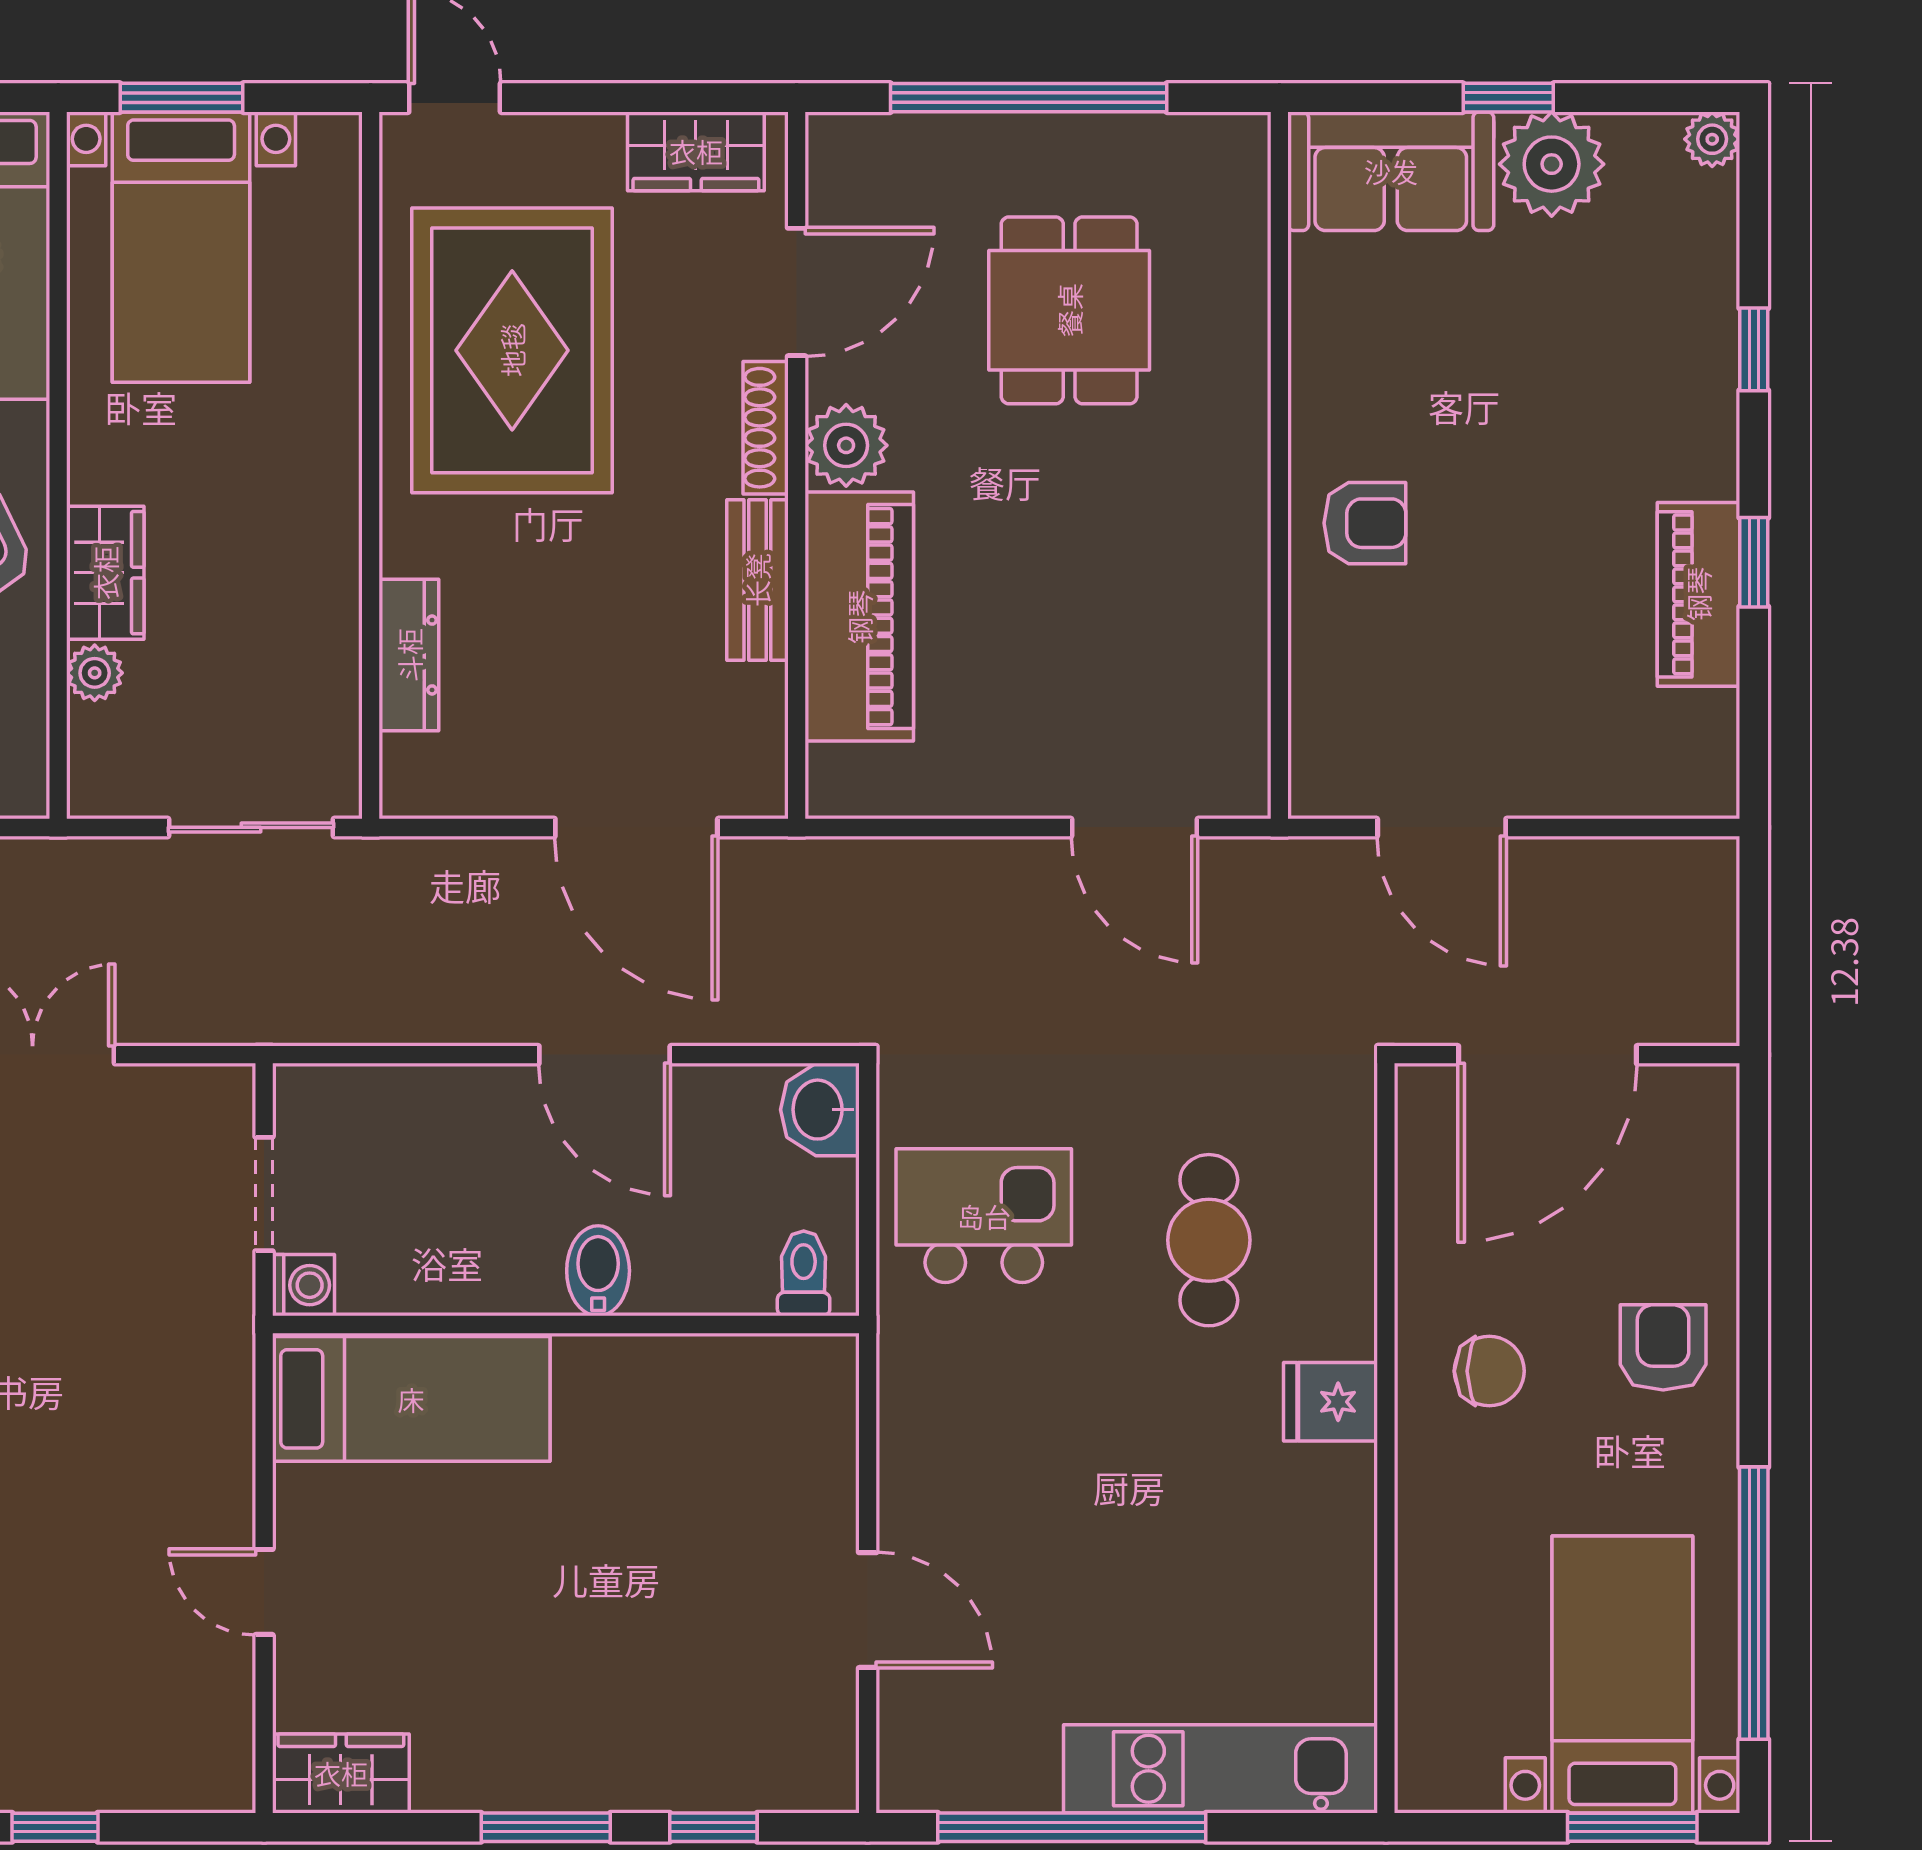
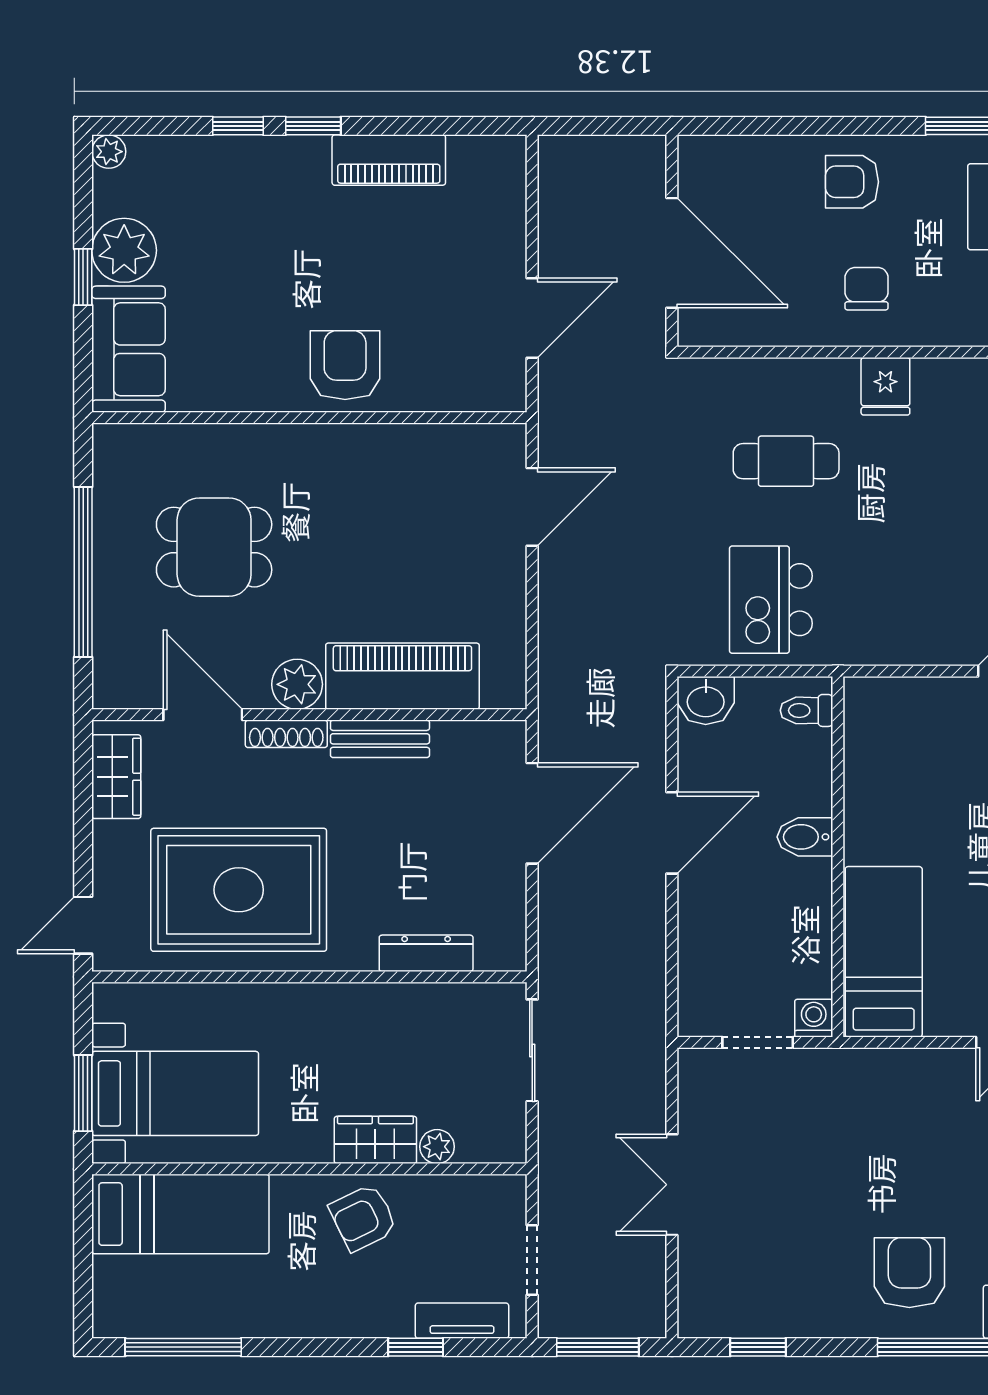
armchair: (1365, 523) -> (345, 365), width x1.38, depth x1.38
window: (1754, 562) -> (313, 126), moved

